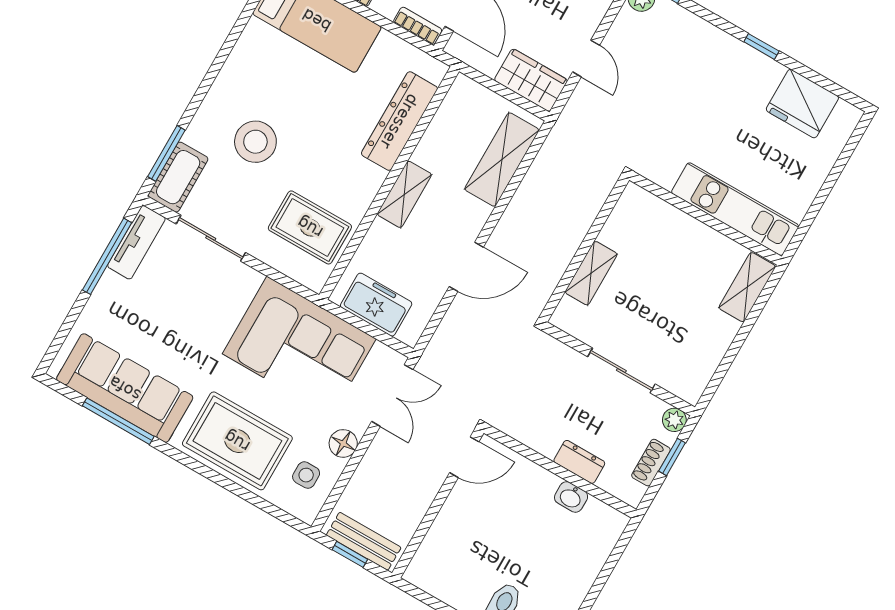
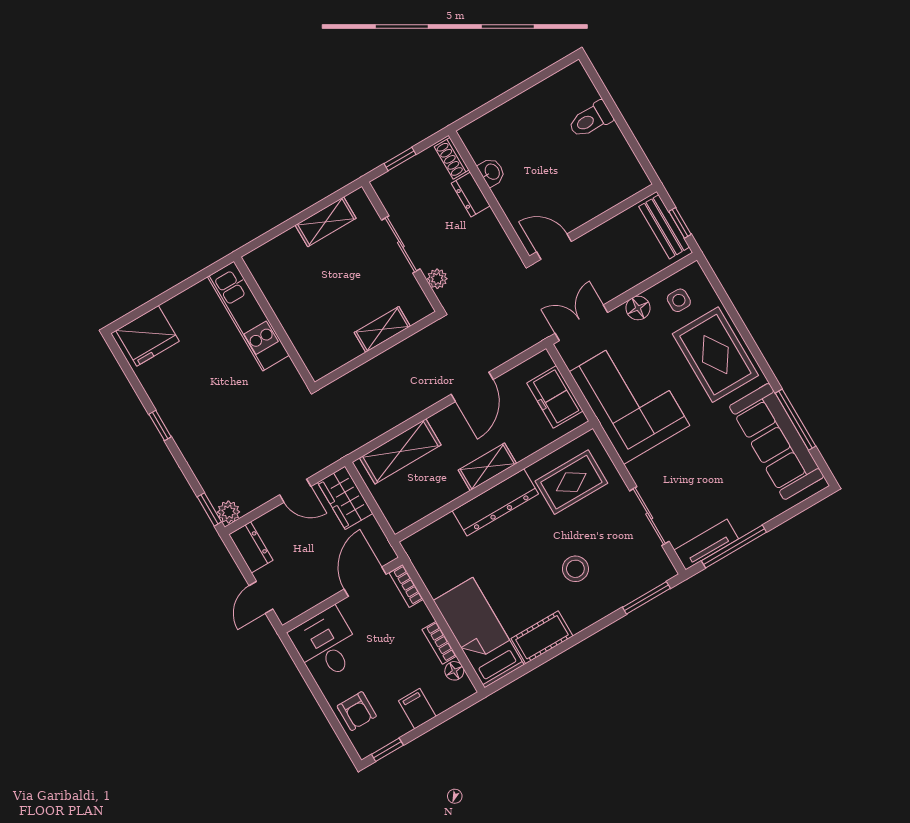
door: (586, 58) -> (295, 491), swing flipped
fridge: (802, 104) -> (148, 336), moved, turned 90
dresser: (399, 121) -> (495, 502), moved
stool: (255, 142) -> (575, 569), width x0.73, depth x0.73
cot: (178, 177) -> (542, 637), moved
rug: (310, 227) -> (571, 482), turned 90
door: (466, 267) -> (472, 387), swing flipped
shelving: (747, 287) -> (326, 222), moved
plant: (674, 420) -> (437, 279), moved
shoe rack: (651, 463) -> (452, 158), moved, turned 90

